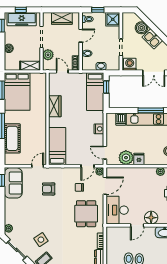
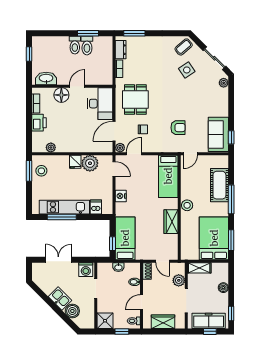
stool: (41, 121) -> (187, 205), added

